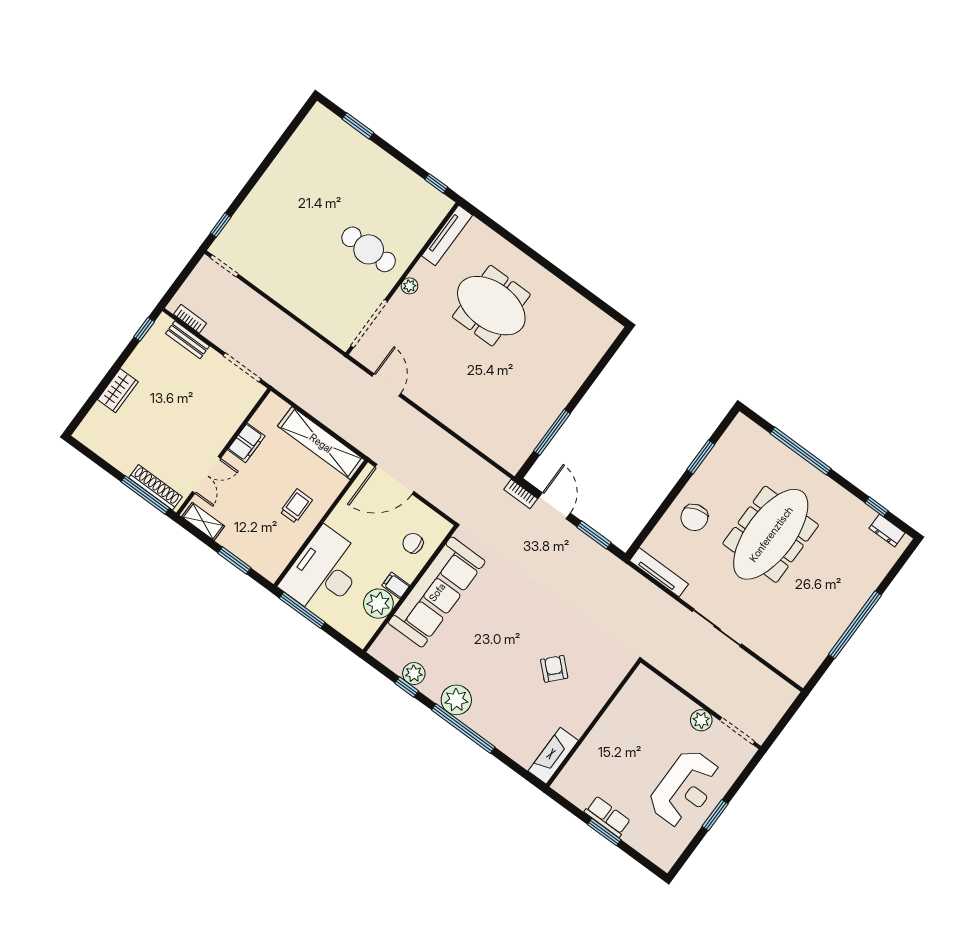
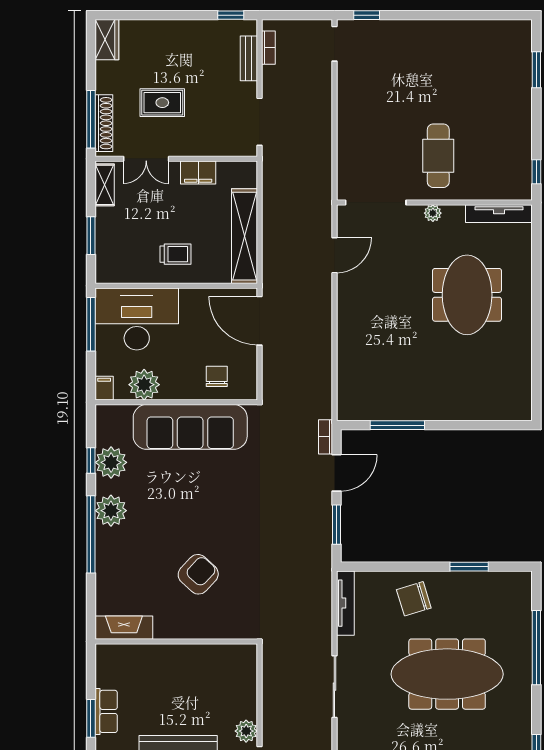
wardrobe: (118, 391) -> (107, 40), moved, turned -90
rug: (173, 431) -> (162, 103), added
filing cabinet: (396, 586) -> (104, 388), moved
armchair: (554, 669) -> (198, 574), width x1.38, depth x1.38
plant: (414, 674) -> (111, 462), width x1.36, depth x1.36

